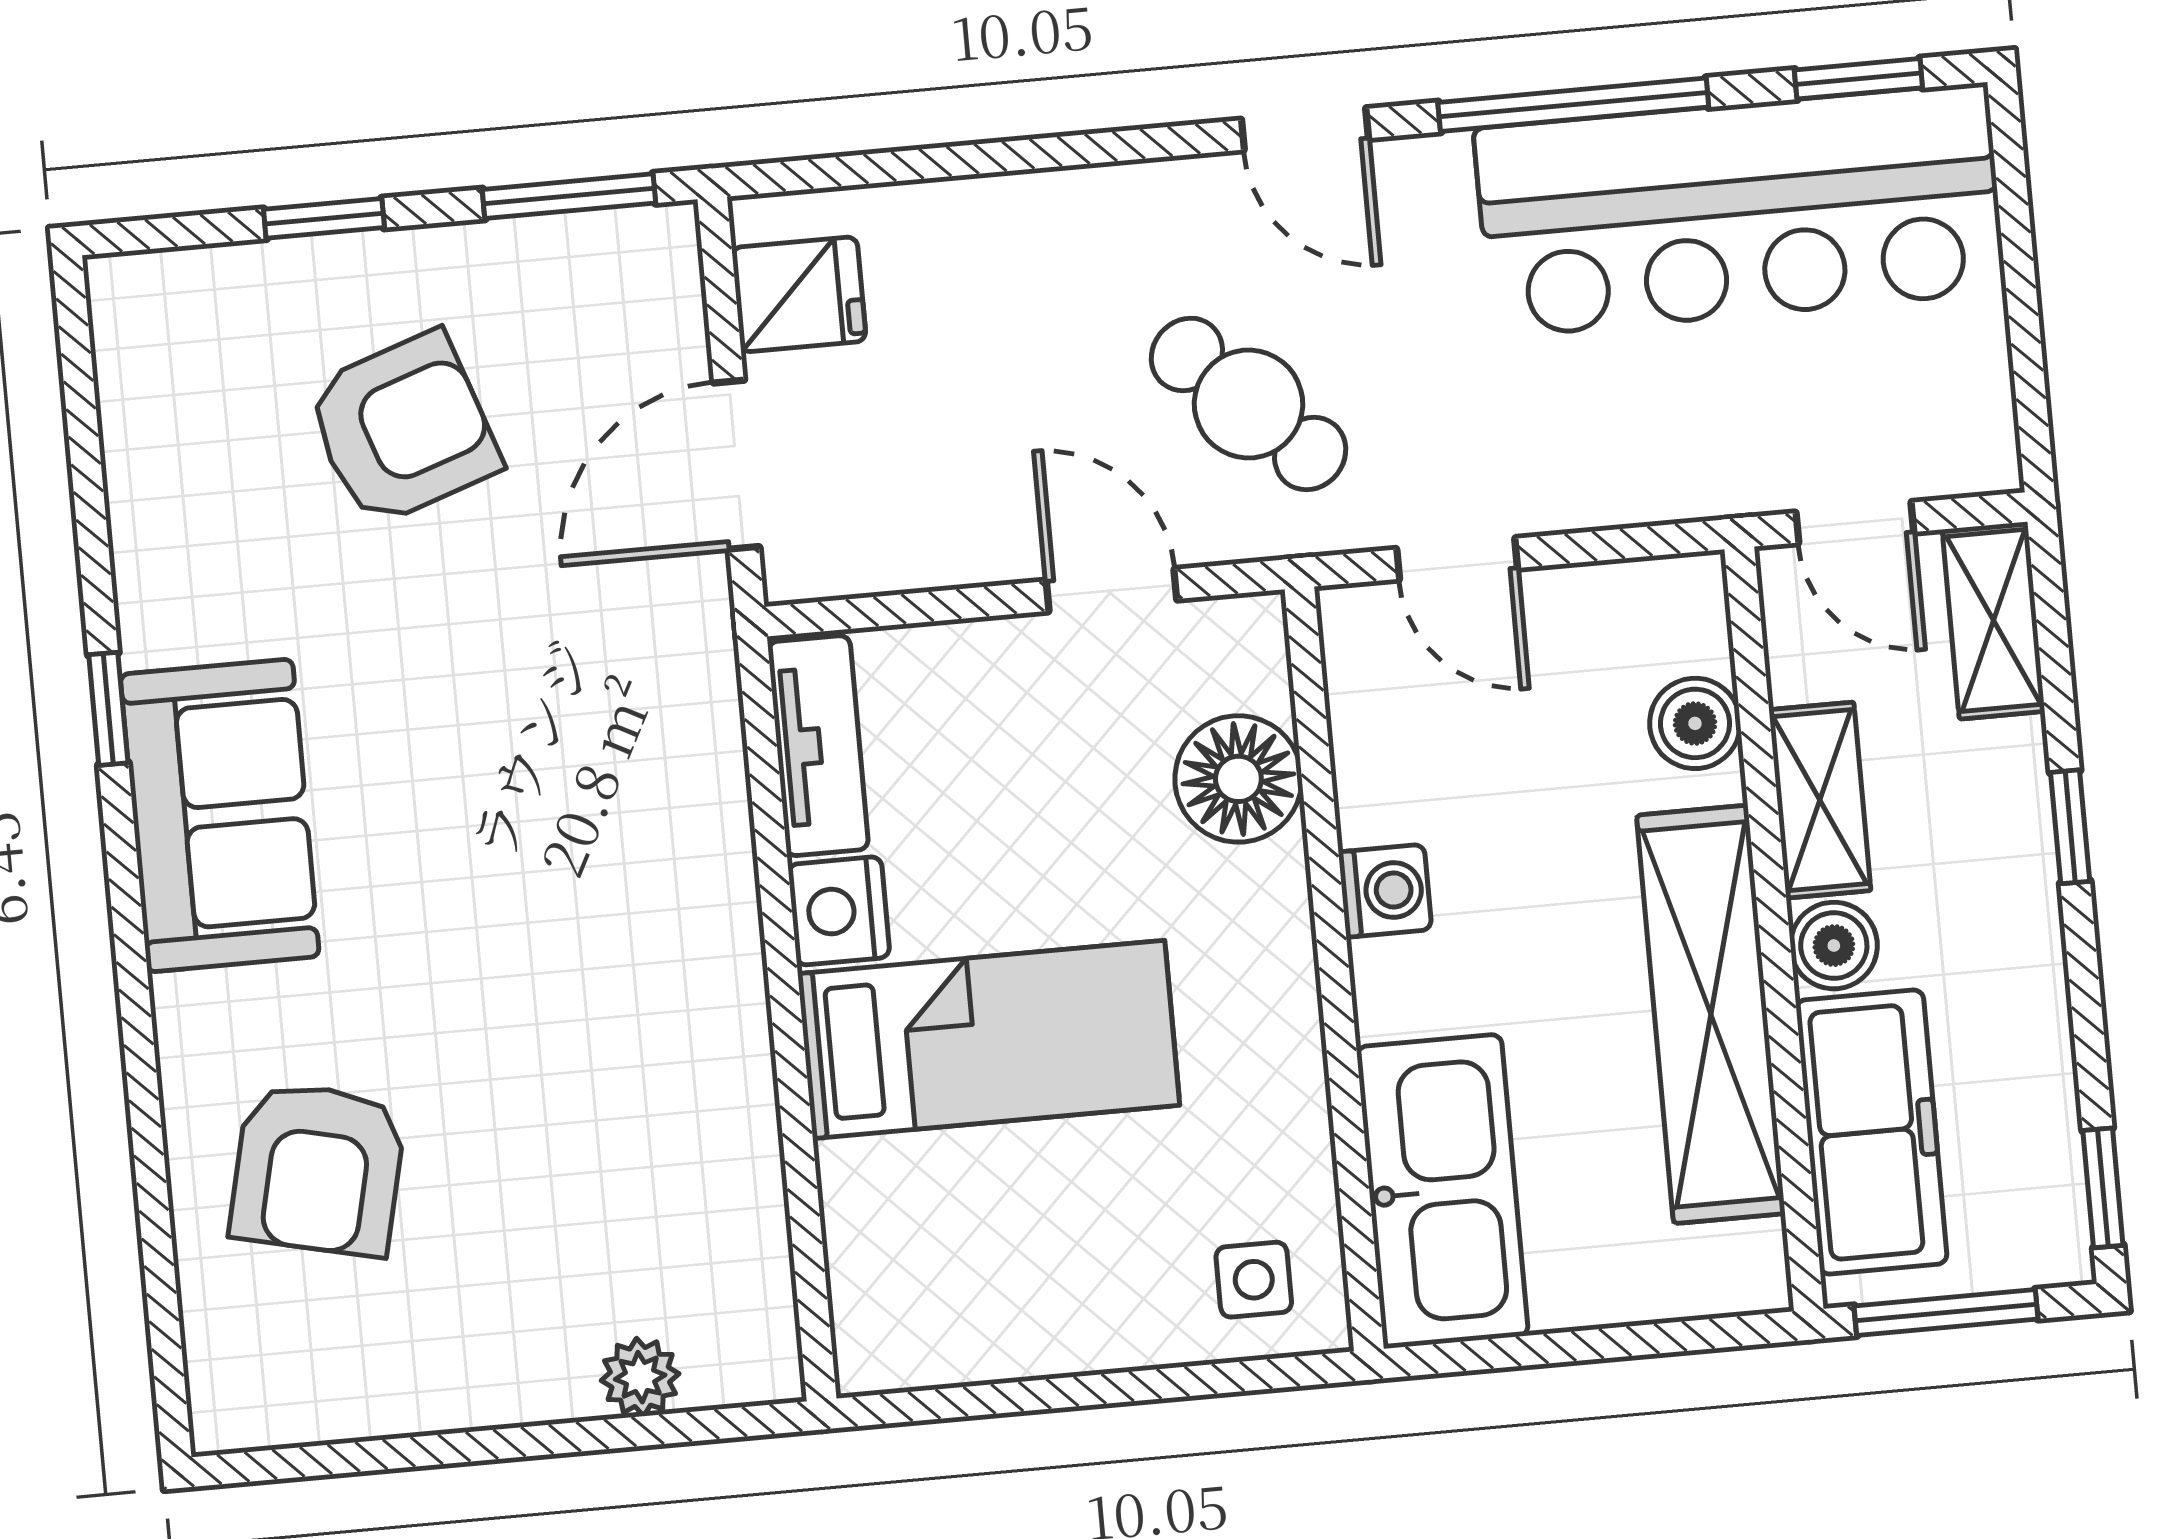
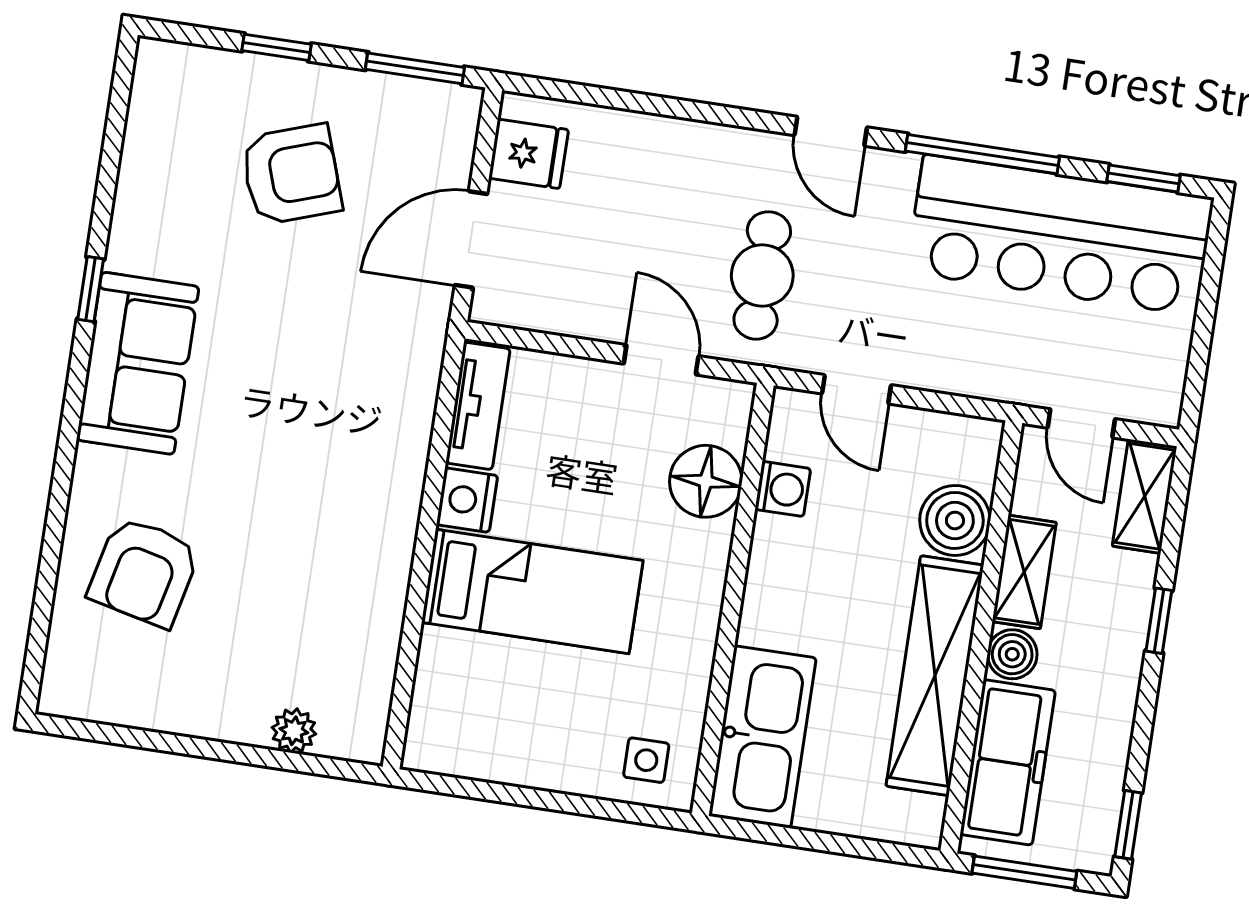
cafe table: (1249, 404) -> (762, 275), turned 46
boiler: (1695, 723) -> (955, 520), width x1.36, depth x1.36
washing machine: (1385, 891) -> (783, 489), moved

